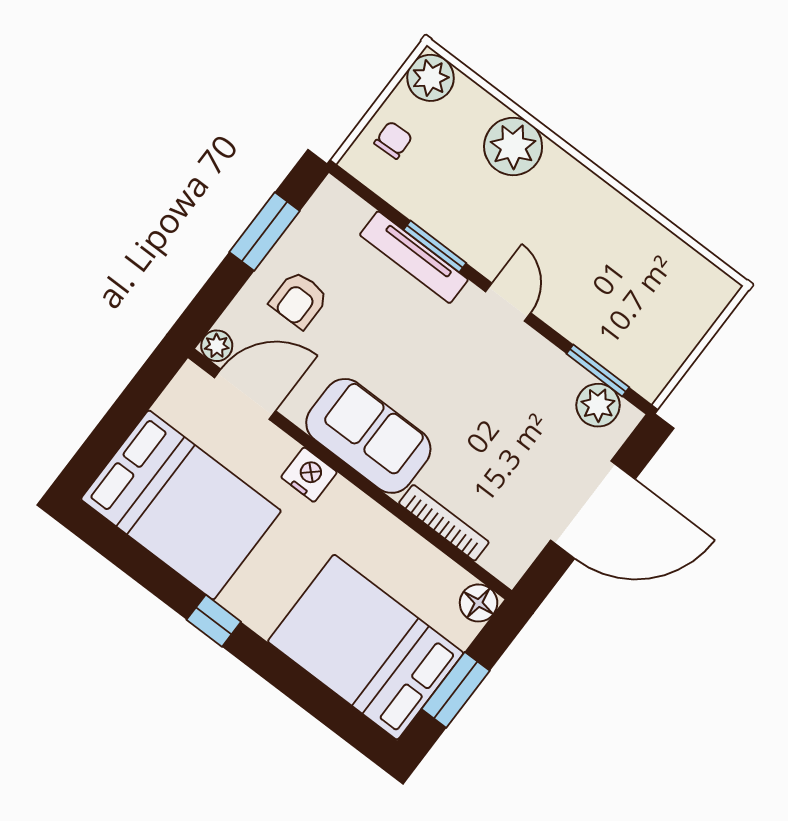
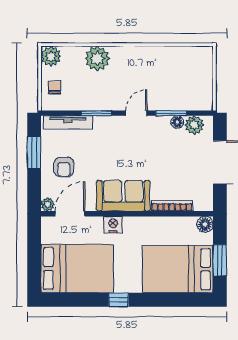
tv unit: (414, 257) -> (68, 122), moved
door: (508, 302) -> (136, 113), hinge flipped
window: (598, 371) -> (171, 113), moved
floor lamp: (571, 376) -> (177, 122), added

